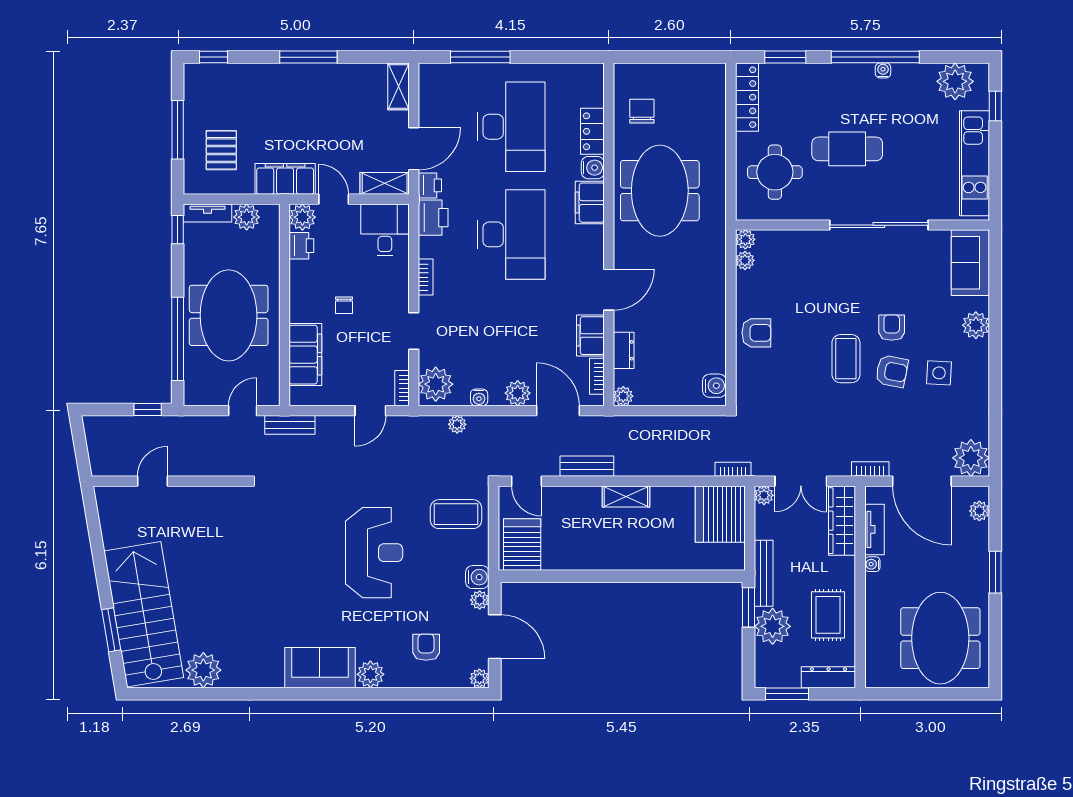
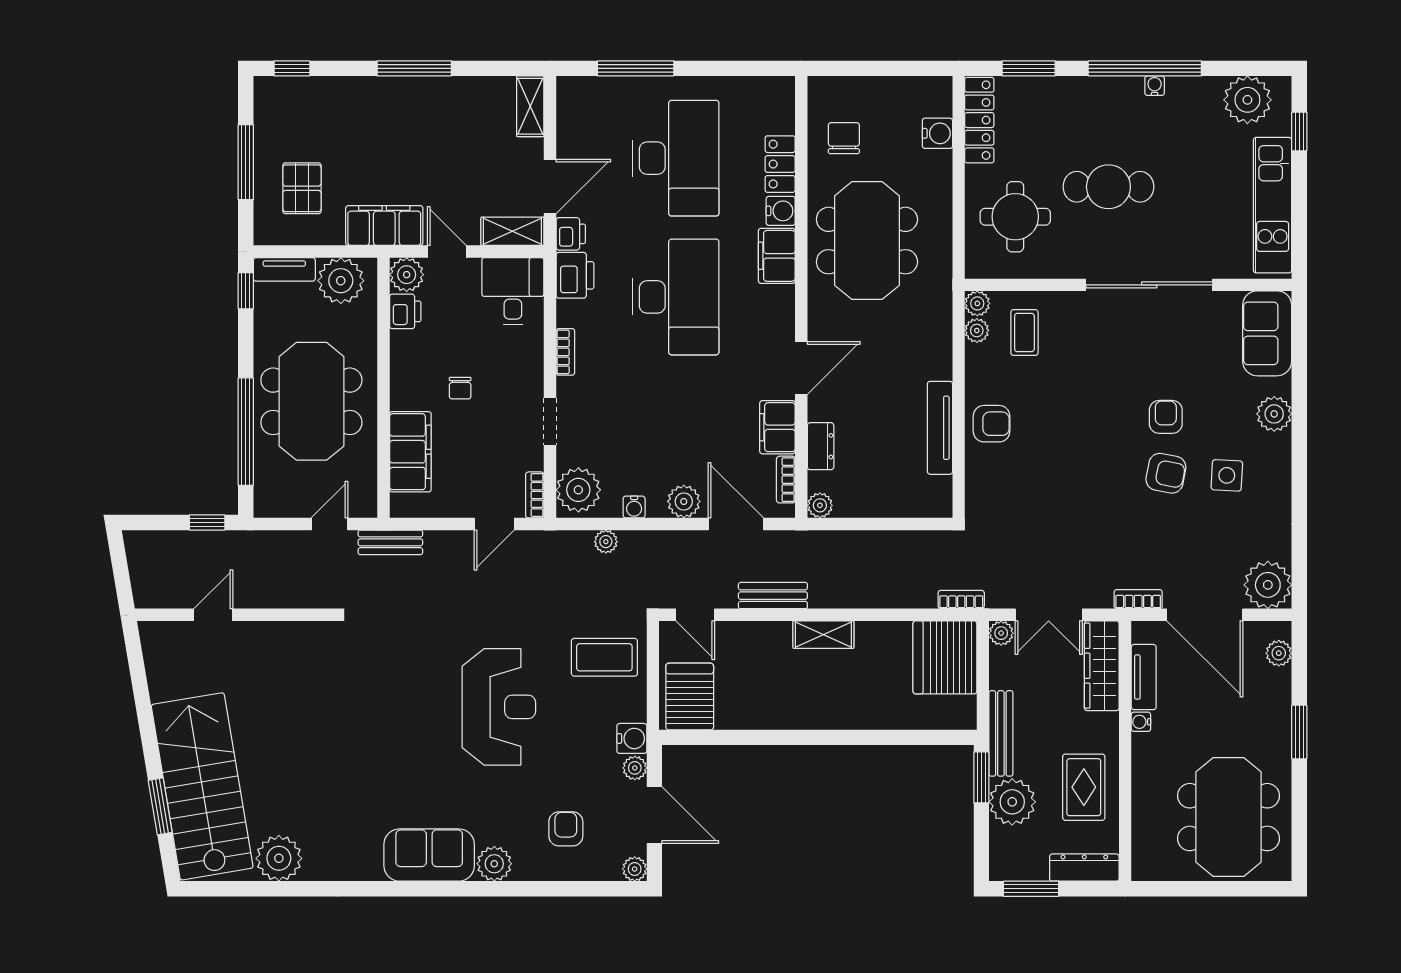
plant: (247, 217) -> (341, 281), width x1.36, depth x1.36
tv unit: (716, 336) -> (940, 428), added
coffee table: (846, 359) -> (1024, 333), moved, width x0.73, depth x0.77
water cooler: (714, 386) -> (937, 133), moved

